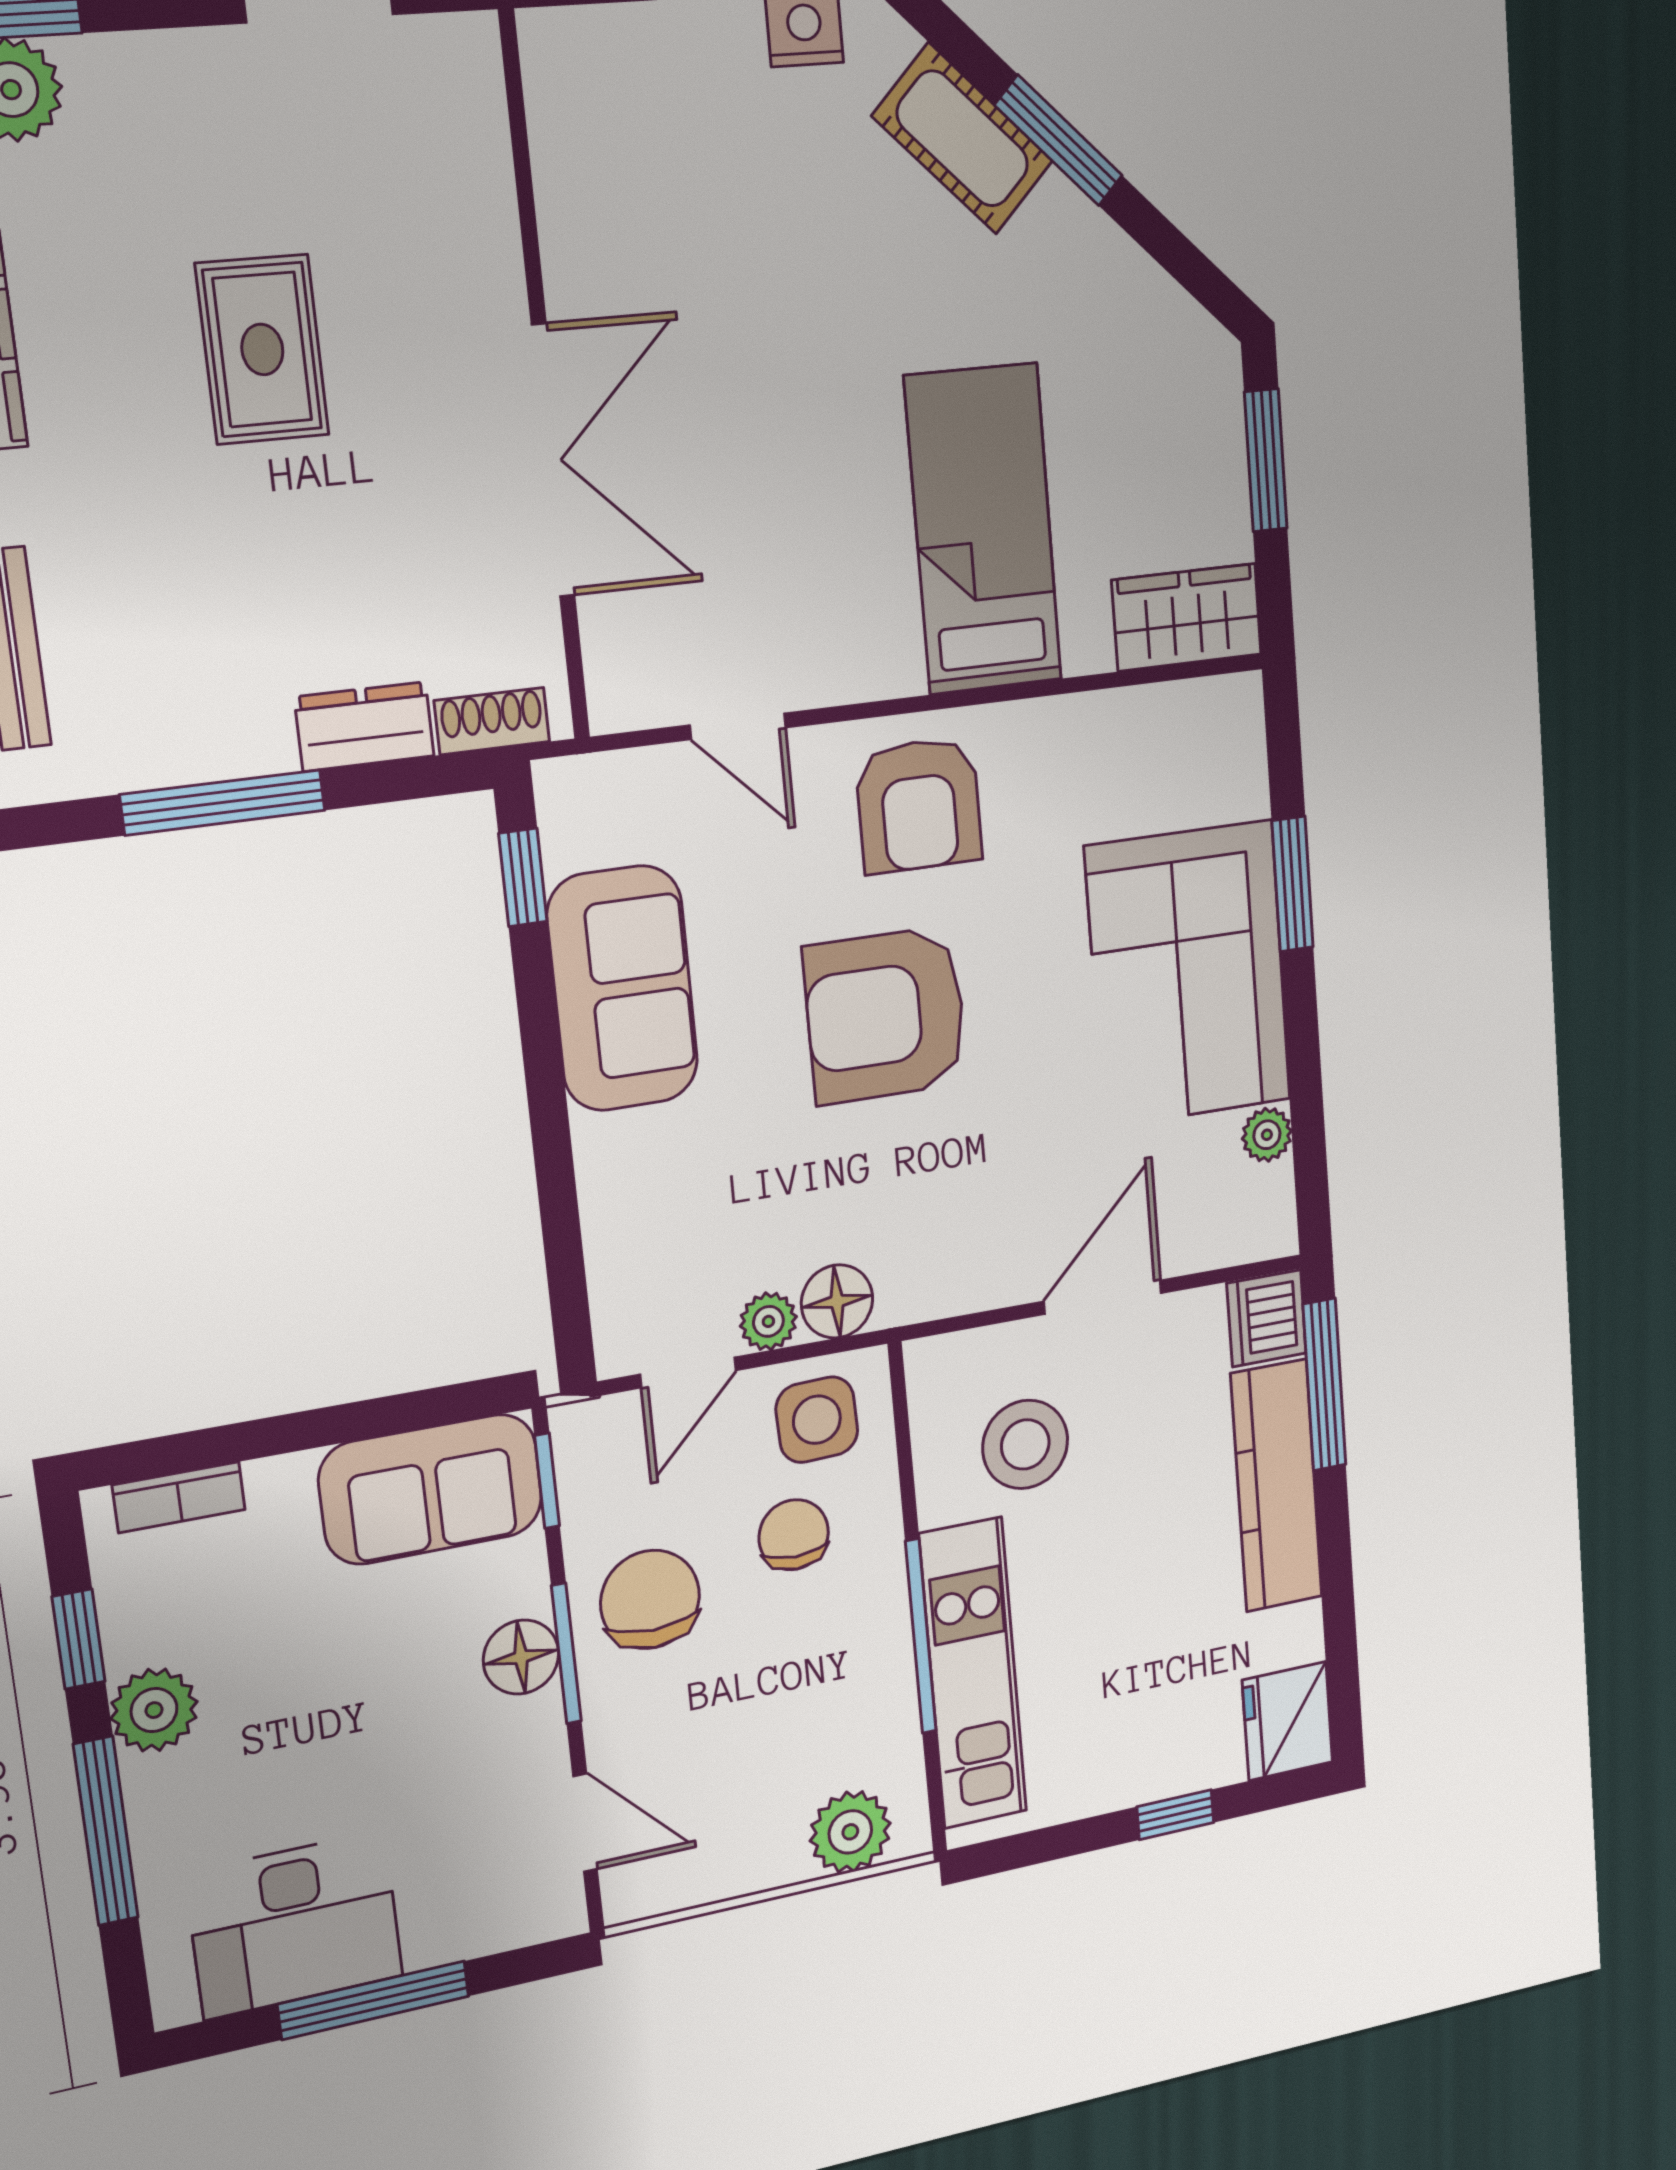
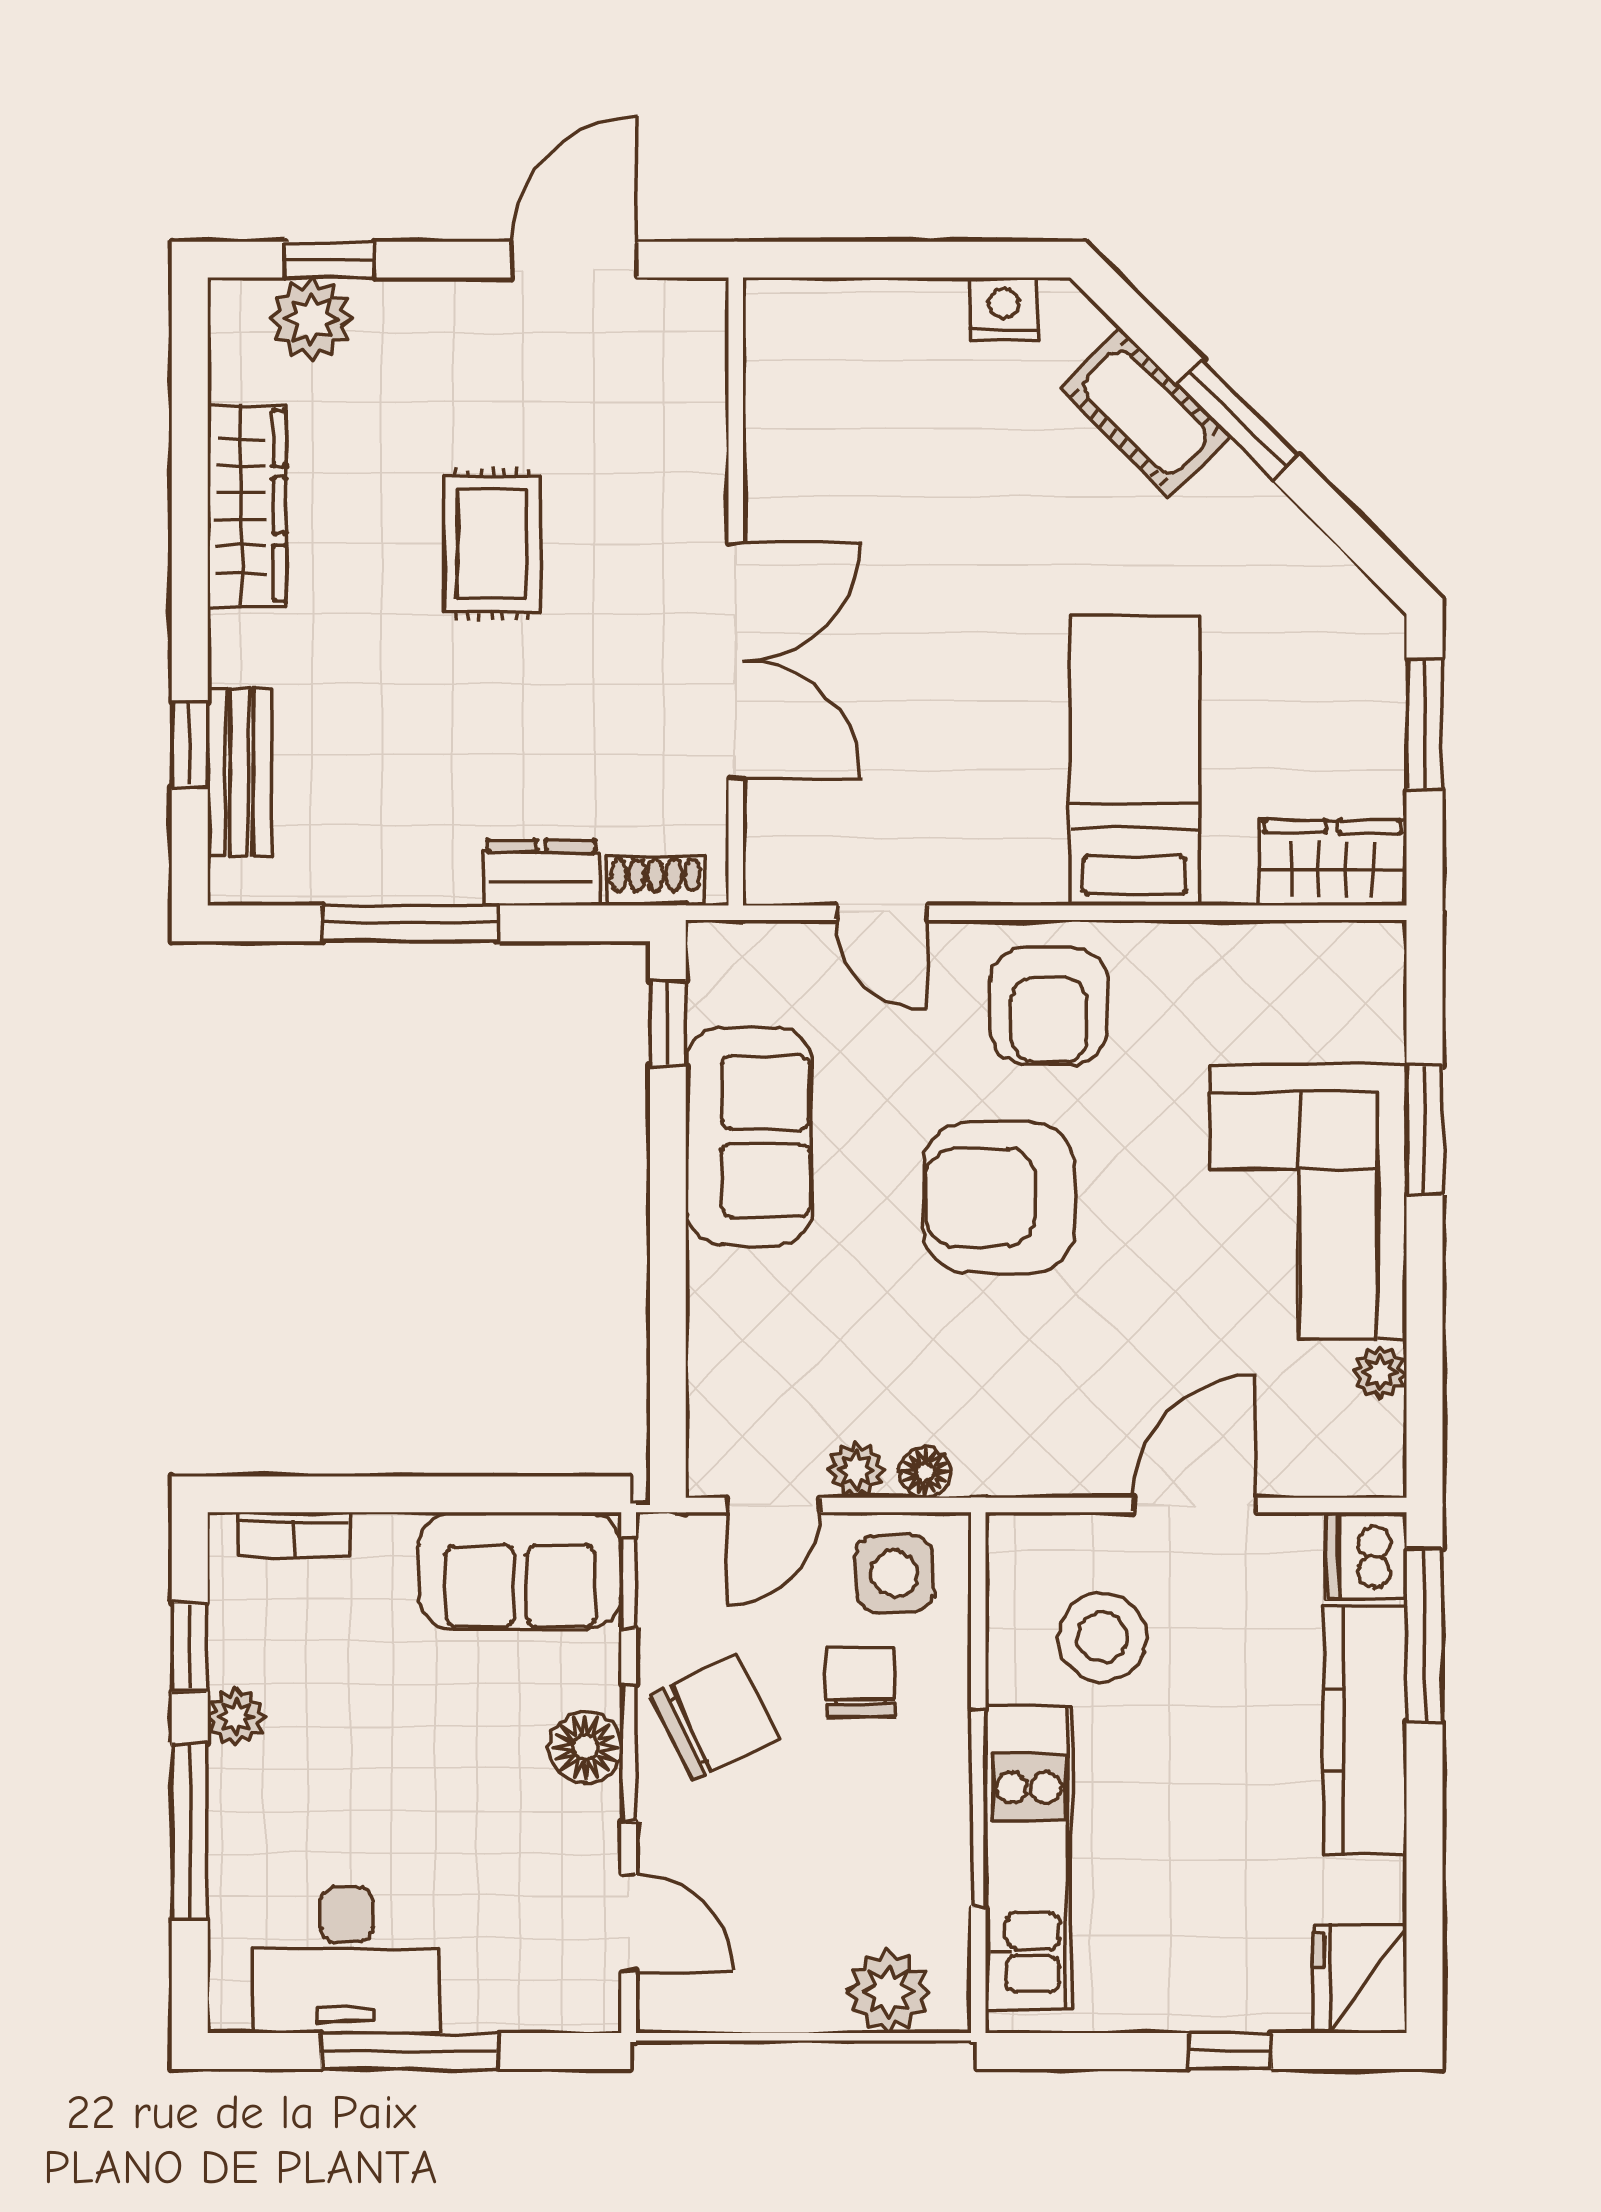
floor lamp: (837, 1301) -> (925, 1472), width x0.73, depth x0.73
chair: (650, 1600) -> (714, 1717), turned 64
plant: (154, 1710) -> (236, 1717), width x0.73, depth x0.73

